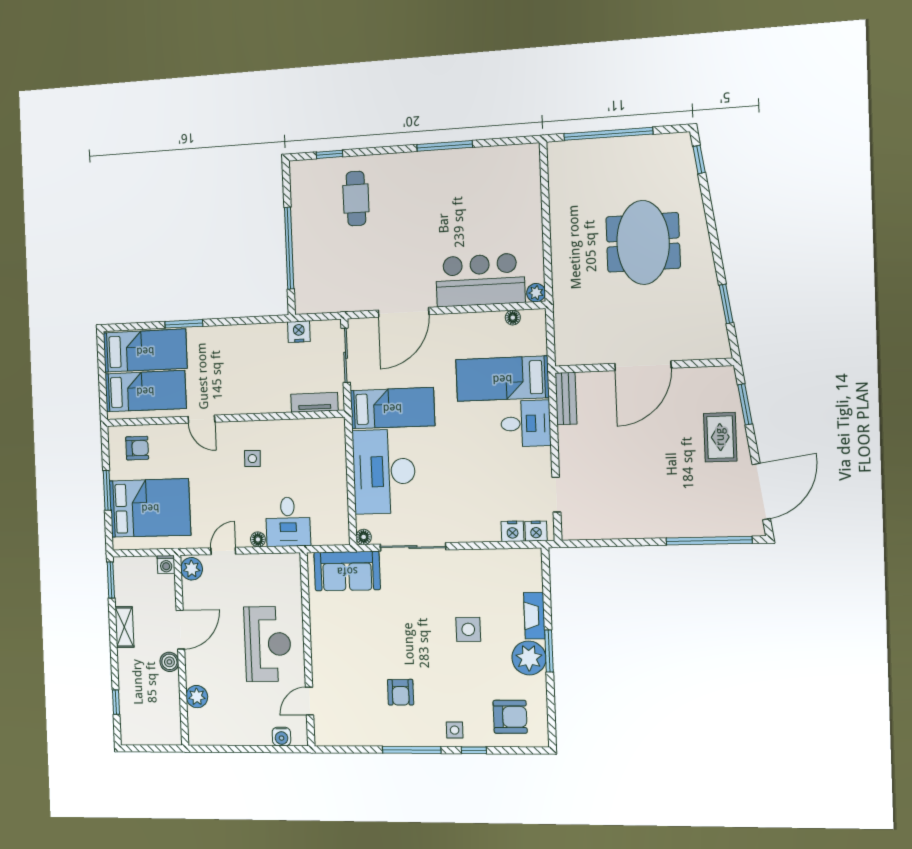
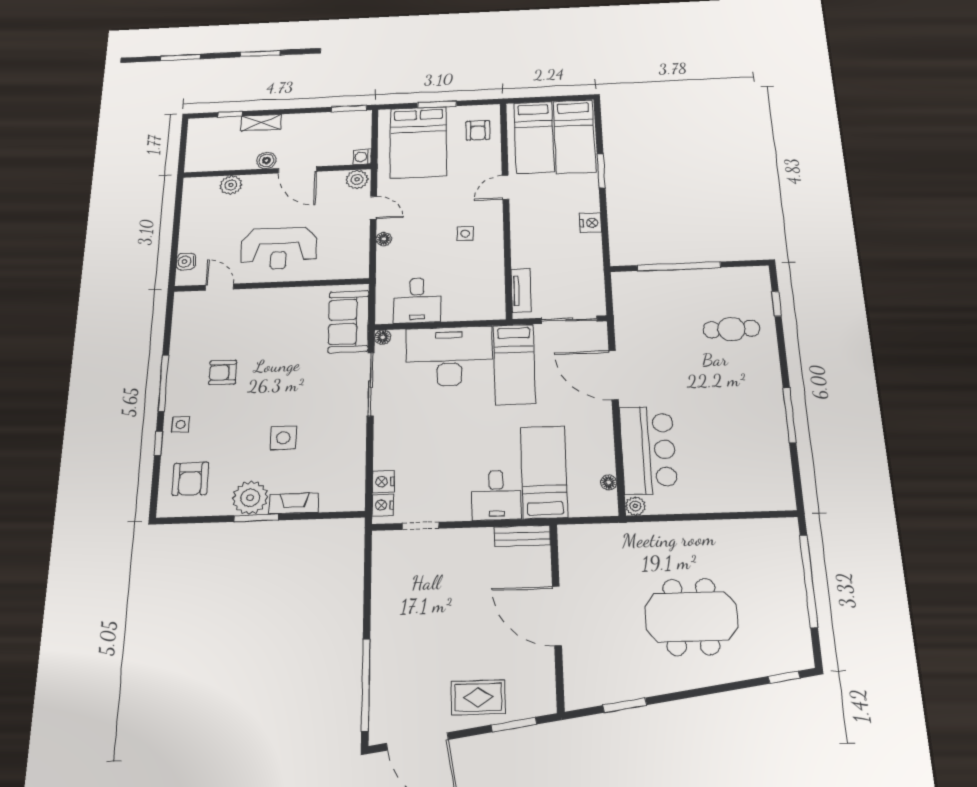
nightstand: (299, 332) -> (590, 223), moved
desk: (288, 522) -> (417, 300), moved, turned -90
shelving: (124, 627) -> (261, 123), moved

